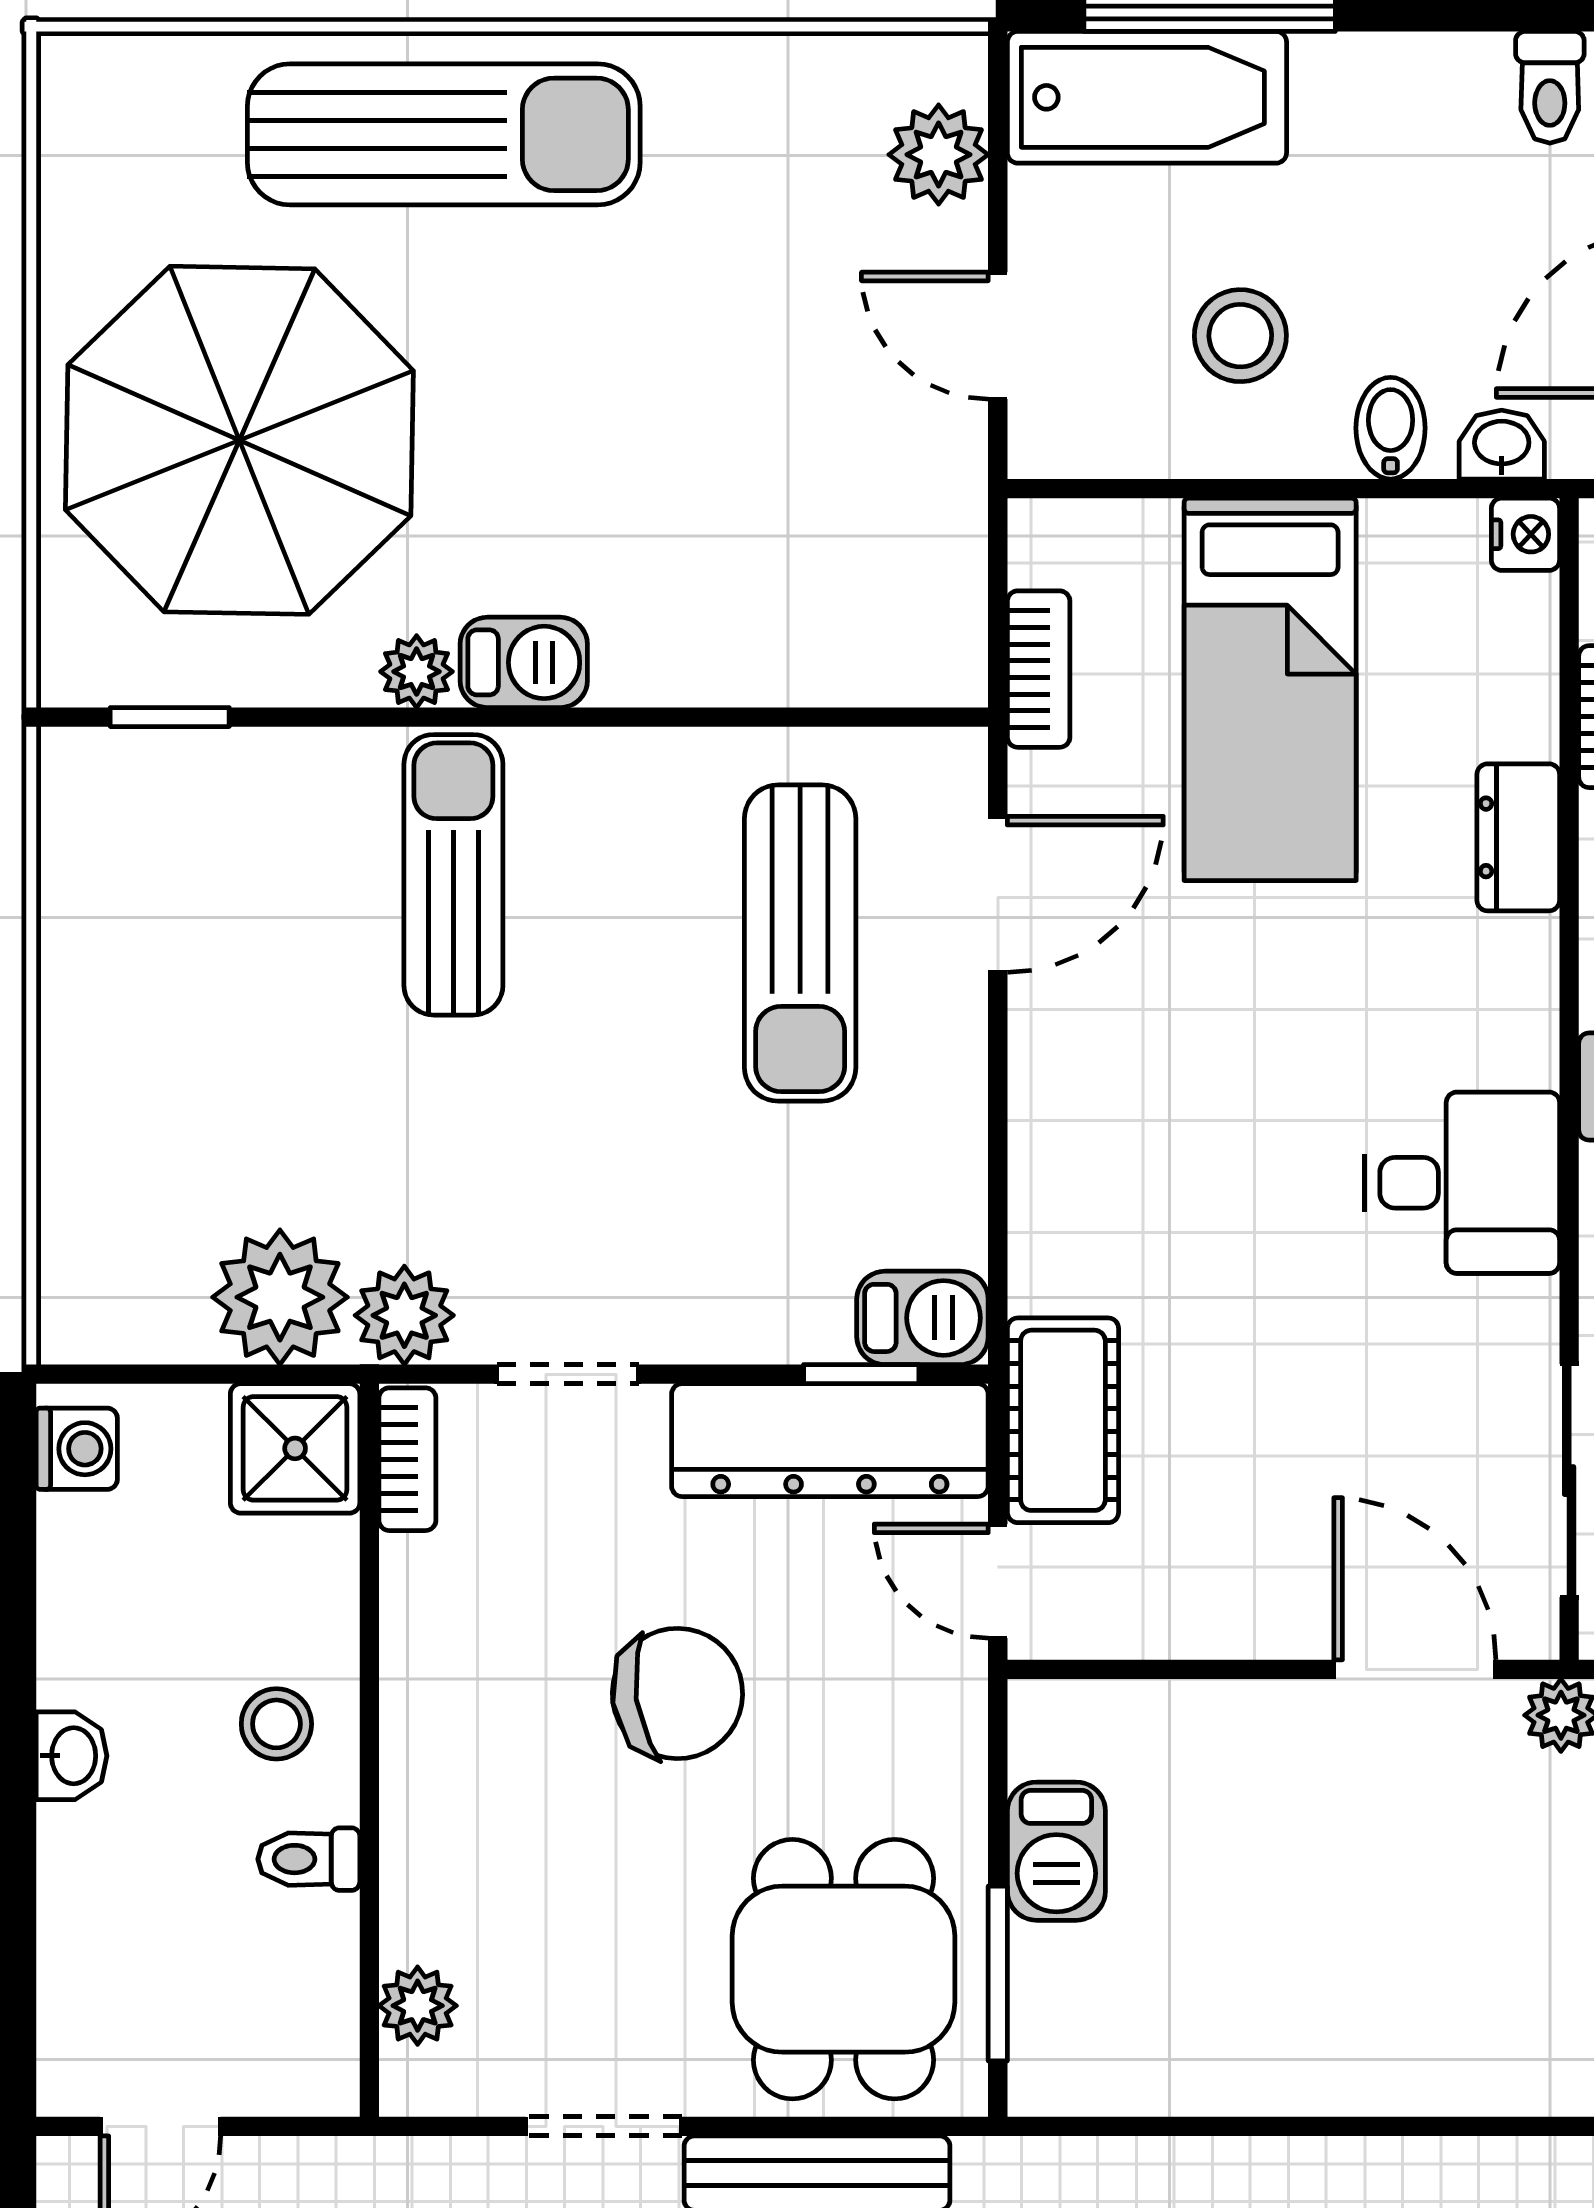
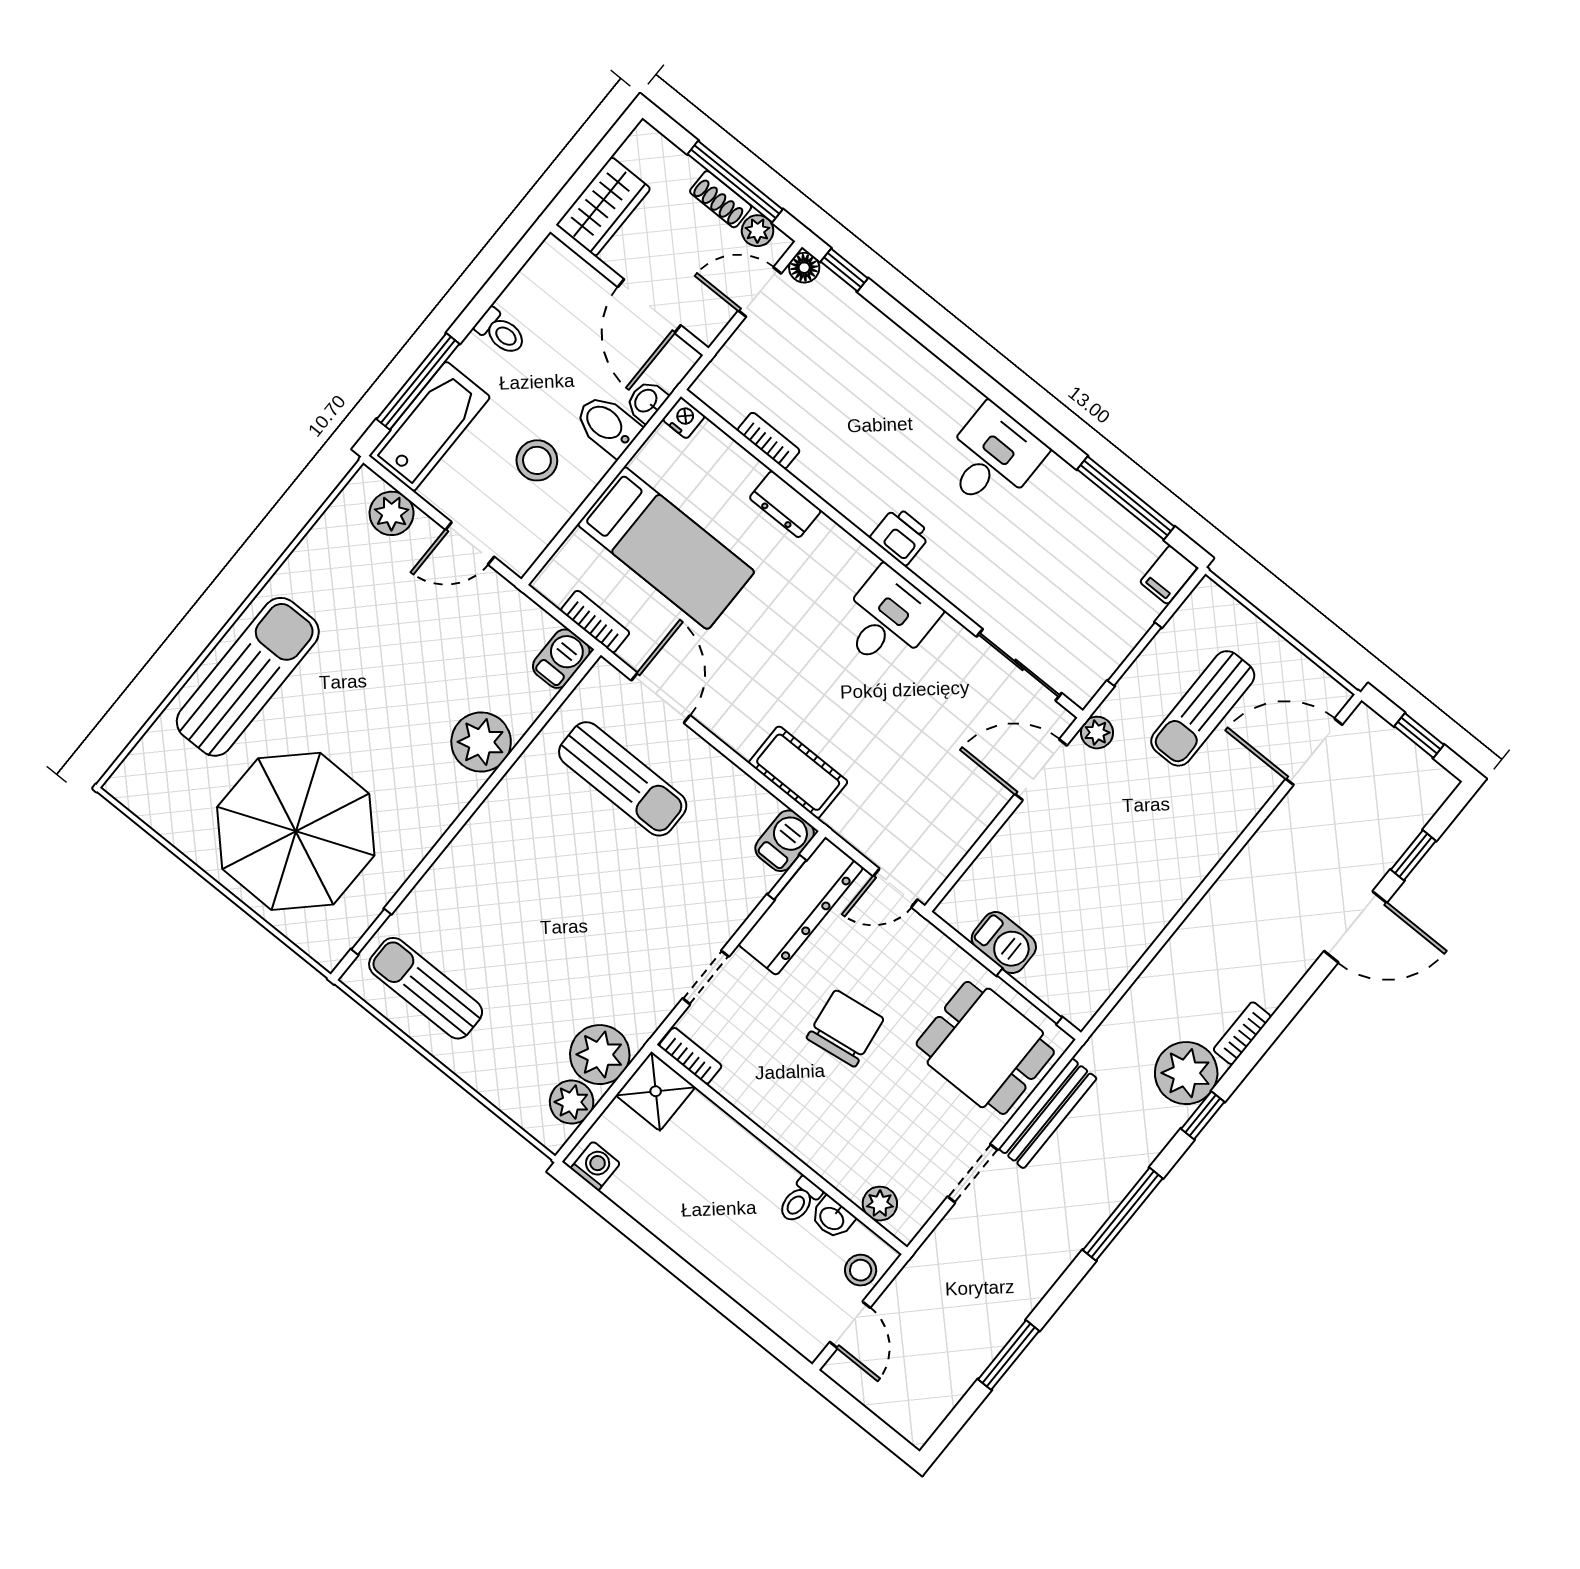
toilet: (1550, 87) -> (501, 332), moved
bidet: (1391, 428) -> (608, 425), width x1.38, depth x1.36
barbecue: (524, 662) -> (561, 659), moved
plant: (417, 672) -> (481, 742), moved, width x1.88, depth x1.88
sun lounger: (453, 875) -> (426, 988), moved
plant: (404, 1315) -> (572, 1102), moved
cot: (1063, 1420) -> (798, 772), moved
stool: (276, 1724) -> (861, 1270), moved
washbasin: (72, 1756) -> (832, 1218), moved, turned 180

